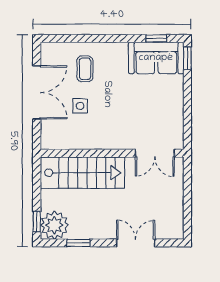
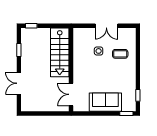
sofa: (156, 58) -> (105, 102), moved, turned 90
double door: (37, 92) -> (106, 26), width x0.73
plant: (54, 225) -> (29, 36), removed
double door: (136, 243) -> (19, 83), swing flipped

